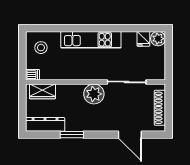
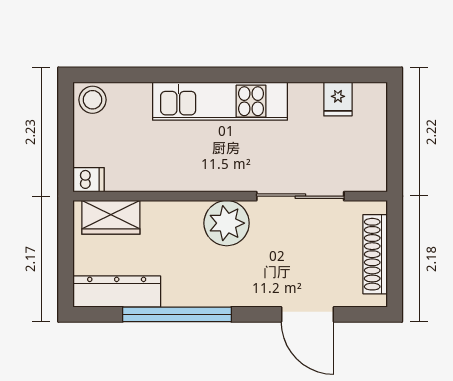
plant: (158, 39) -> (371, 99), removed
stool: (41, 48) -> (93, 100), moved
window: (72, 135) -> (177, 314), width x2.11

